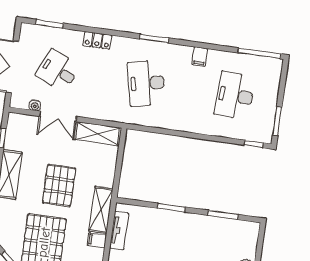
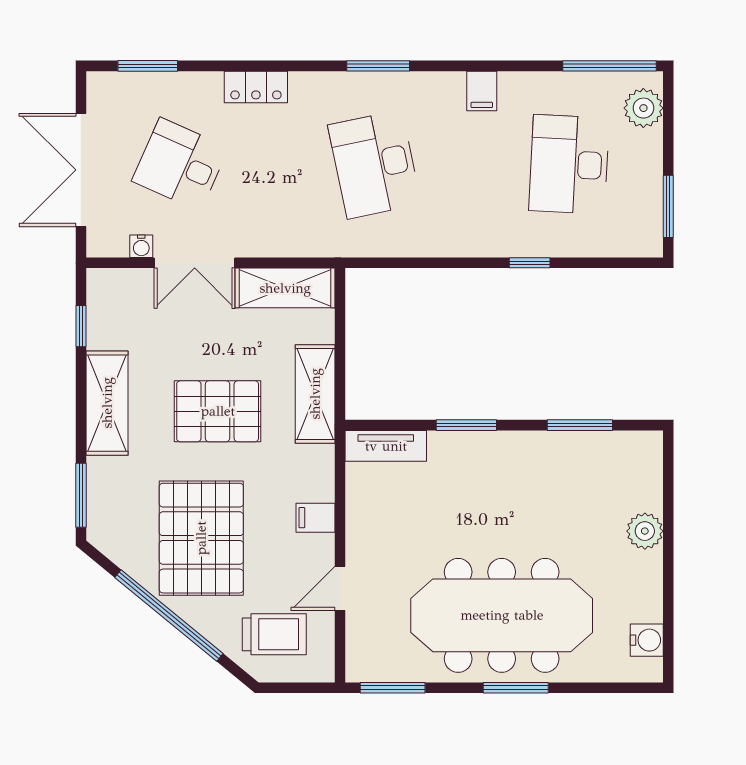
plant: (272, 75) -> (643, 108), added
window: (254, 144) -> (530, 263), moved
pallet: (59, 185) -> (218, 411), turned 90
shelving: (101, 210) -> (315, 394), moved
tv unit: (119, 231) -> (386, 446), moved, turned 90

